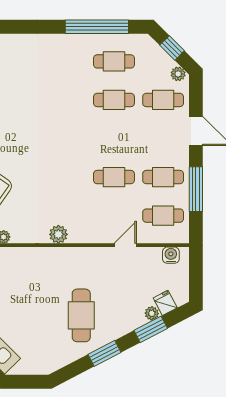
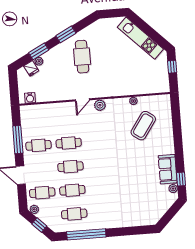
cafe table: (163, 216) -> (70, 167), moved
door: (125, 245) -> (82, 100), moved

